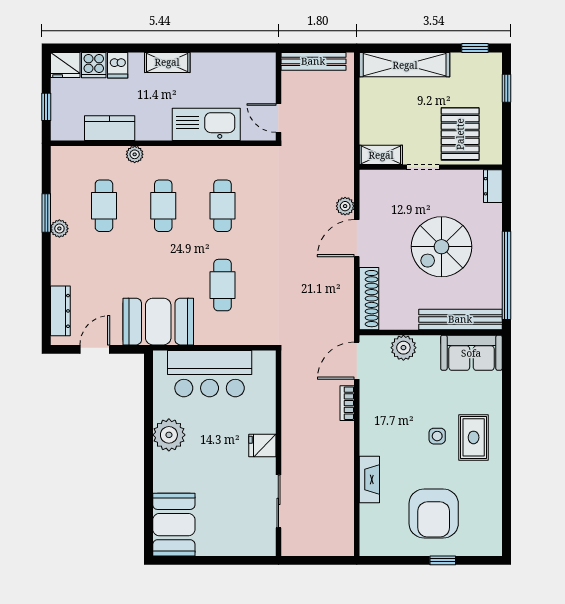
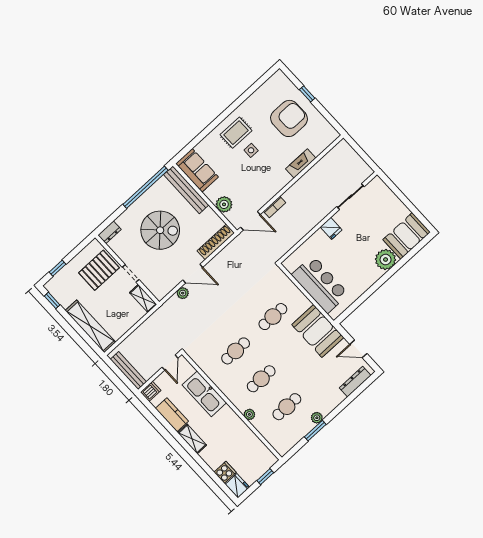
dishwasher: (118, 65) -> (151, 391), moved
kitchen counter: (110, 128) -> (172, 415), moved, turned 180
plant: (169, 435) -> (386, 260), moved

